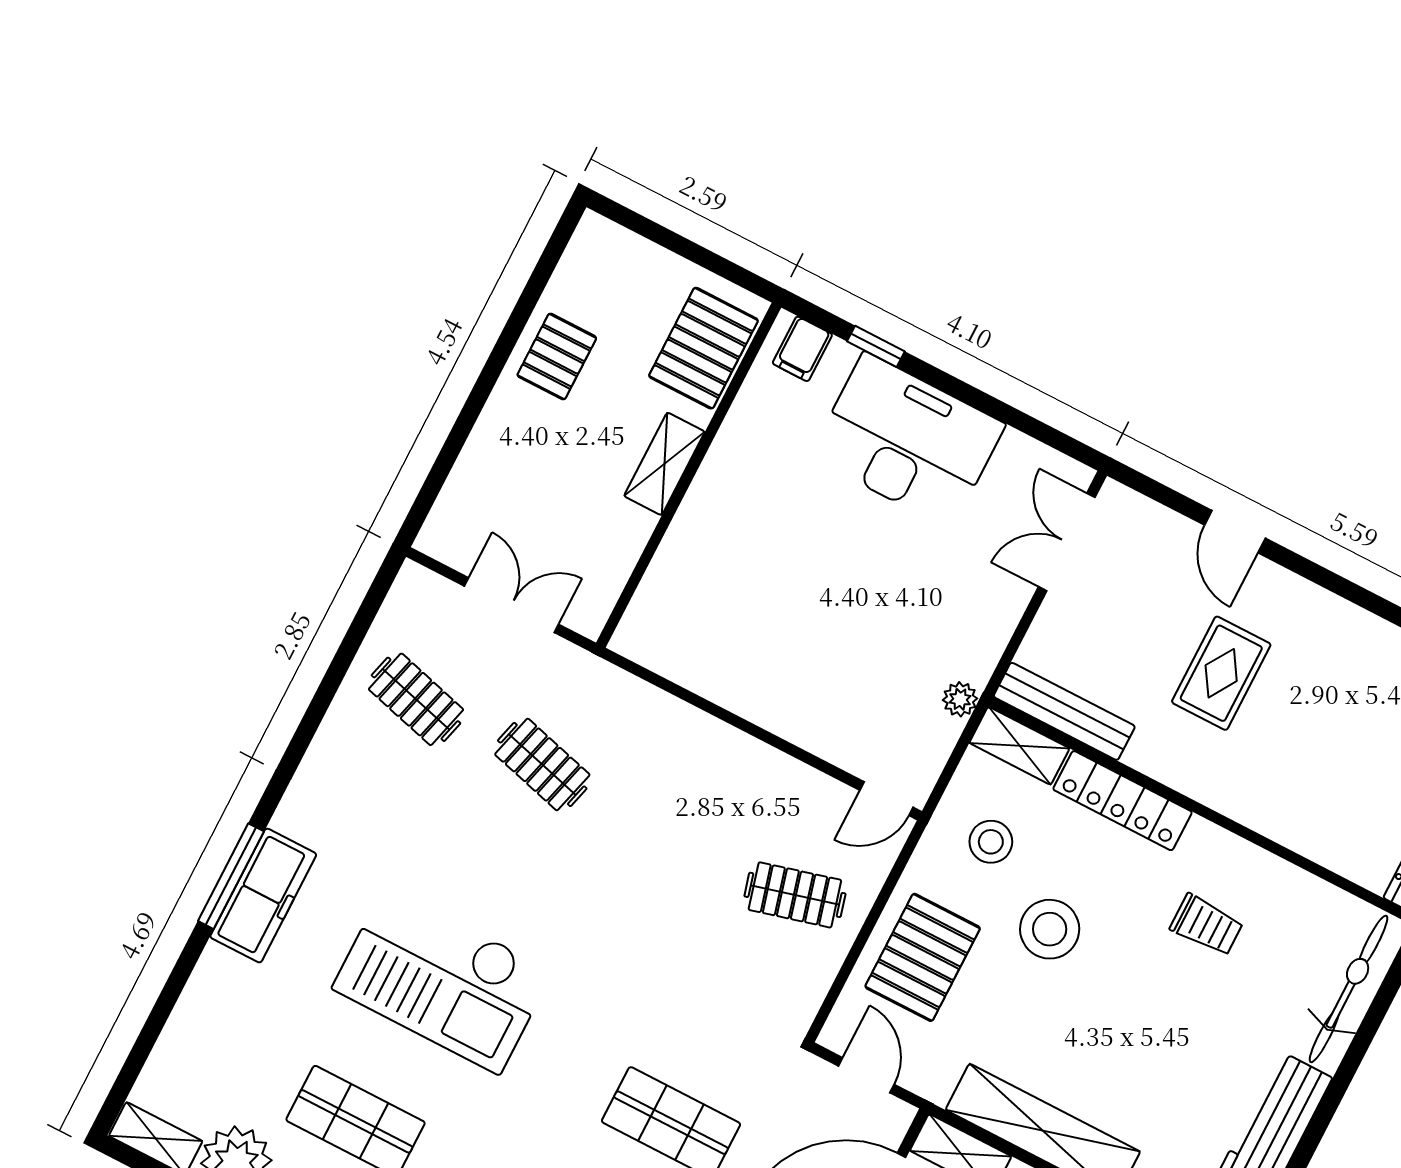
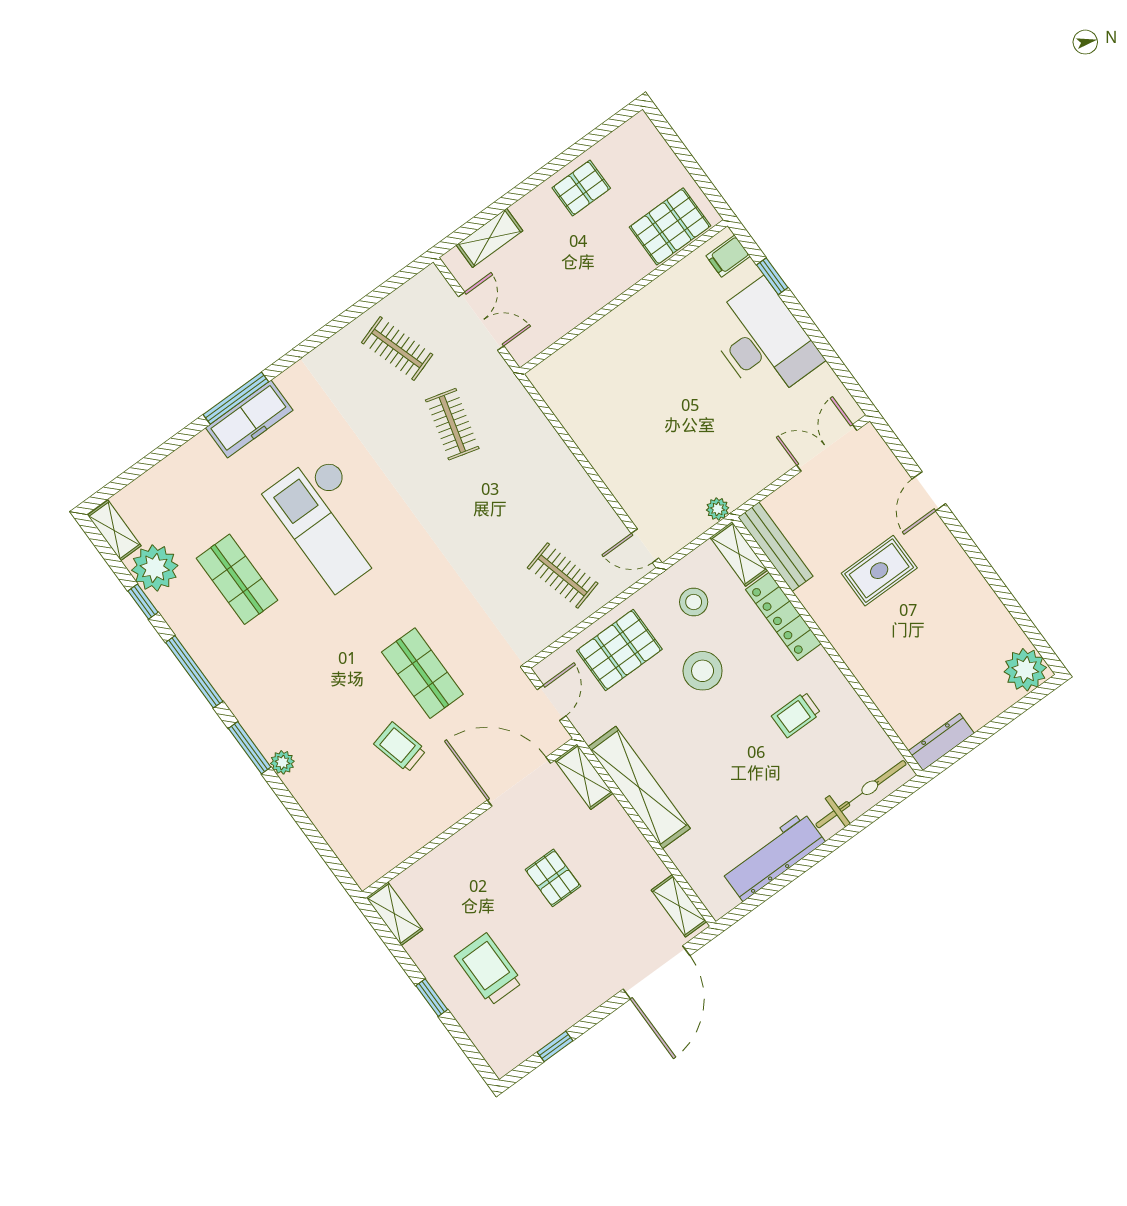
shelving: (664, 464) -> (489, 238), moved
clothes rail: (416, 699) -> (397, 348), turned -33
trolley: (1207, 925) -> (796, 715), turned 90

